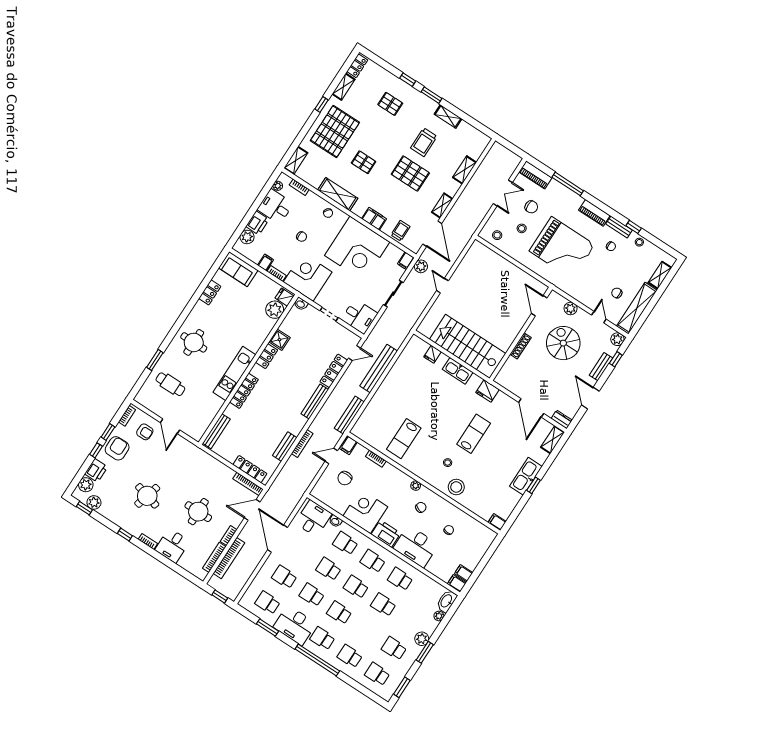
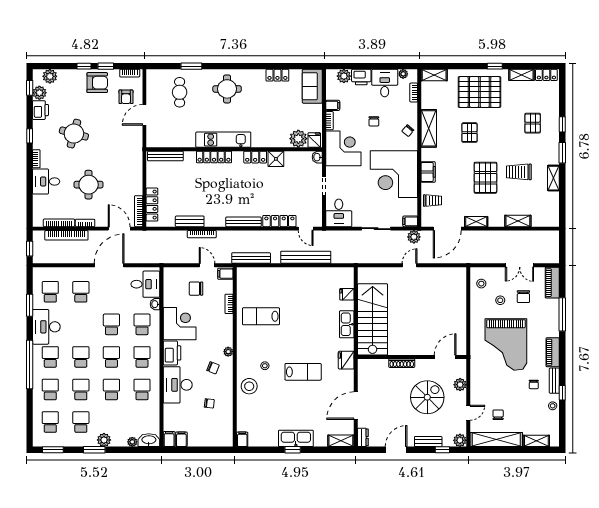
printer: (96, 470) -> (40, 110), moved, turned -90
school desk: (312, 595) -> (81, 389), moved

